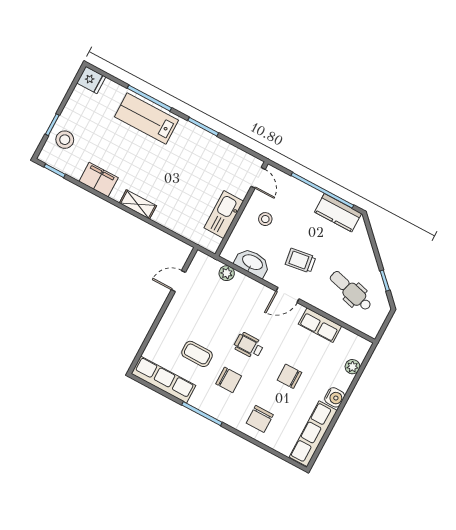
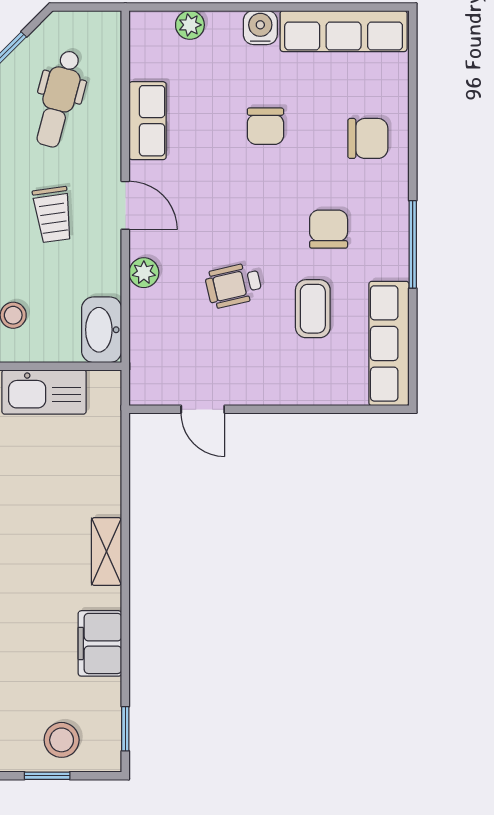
washbasin: (252, 263) -> (102, 330), moved
plant: (227, 273) -> (144, 273), moved
wheelchair: (249, 346) -> (234, 285), moved, turned 77

